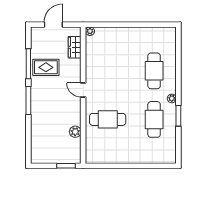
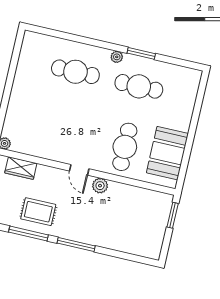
rug: (46, 67) -> (38, 212), turned 90
door: (83, 90) -> (79, 170), hinge flipped
plant: (75, 132) -> (100, 186), moved
booth: (110, 151) -> (167, 153), added

